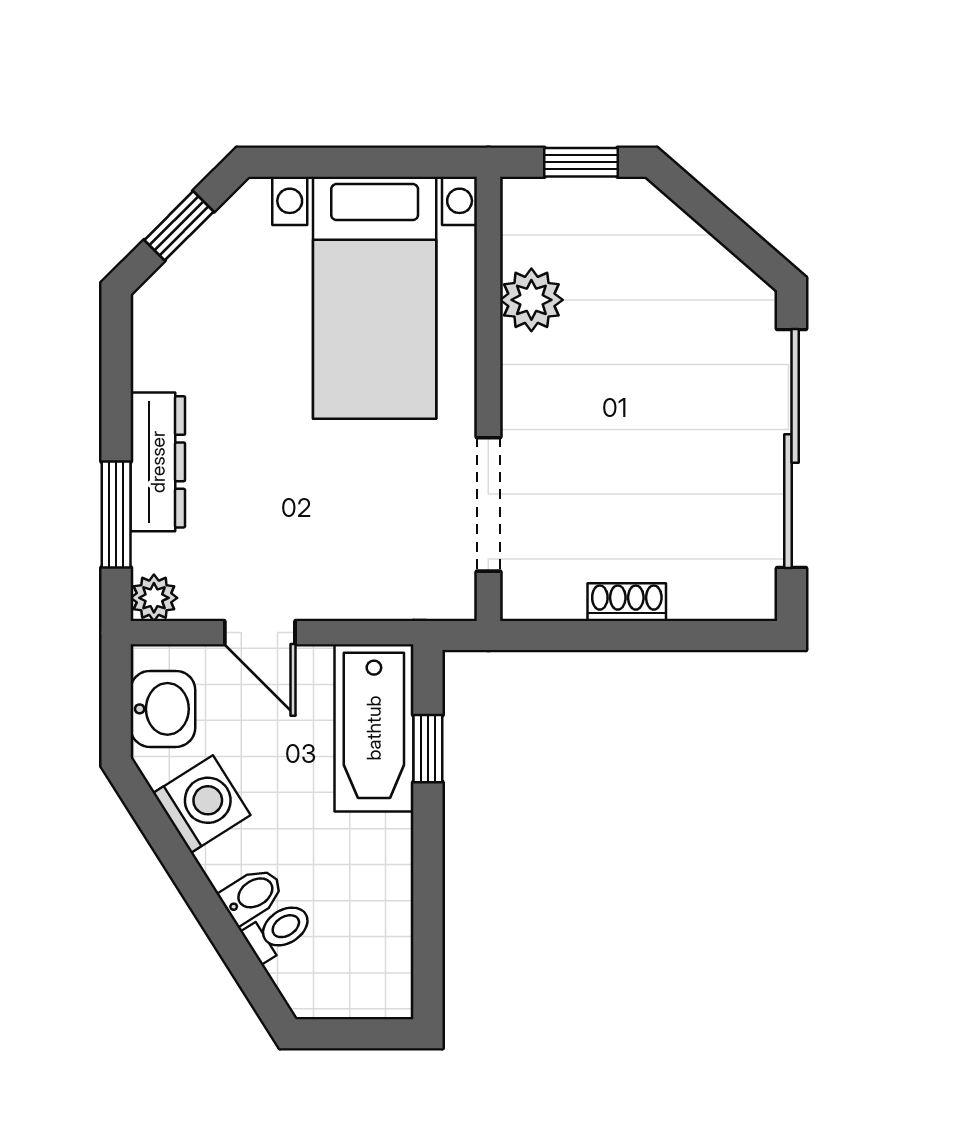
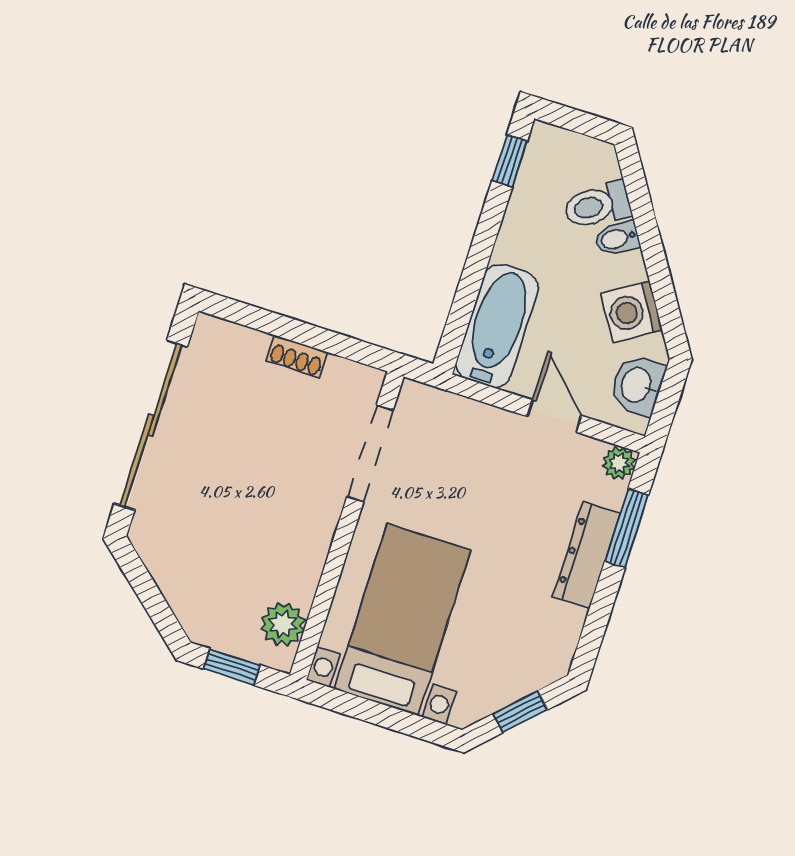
plant: (531, 300) -> (283, 624), moved
window: (428, 749) -> (510, 161), moved
toilet: (278, 931) -> (597, 205), width x1.37, depth x1.39

